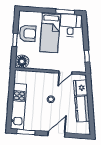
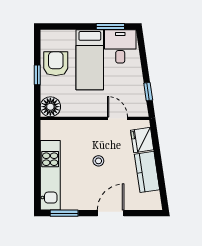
armchair: (28, 33) -> (56, 64), turned -90
door: (65, 72) -> (118, 118), swing flipped

